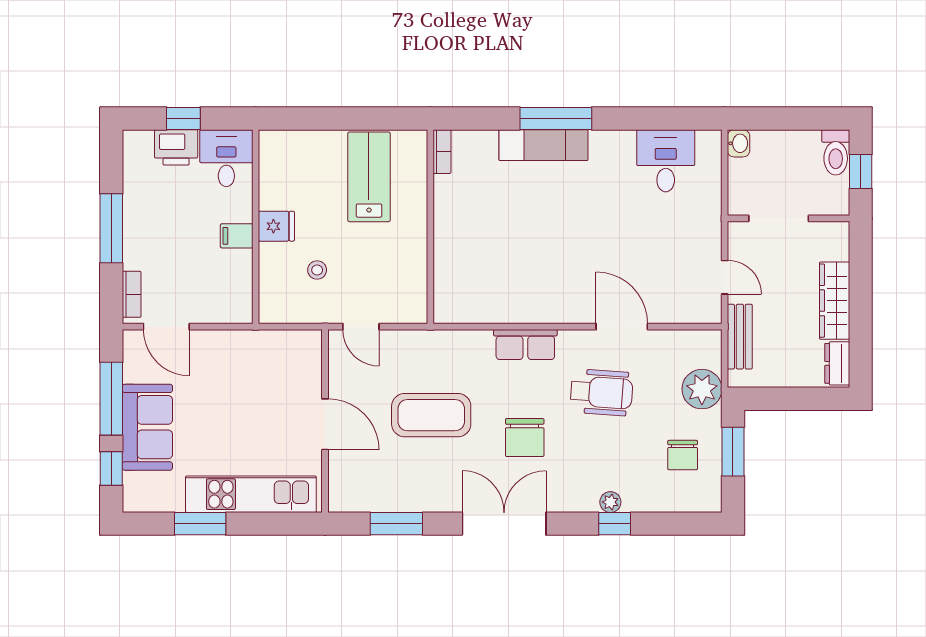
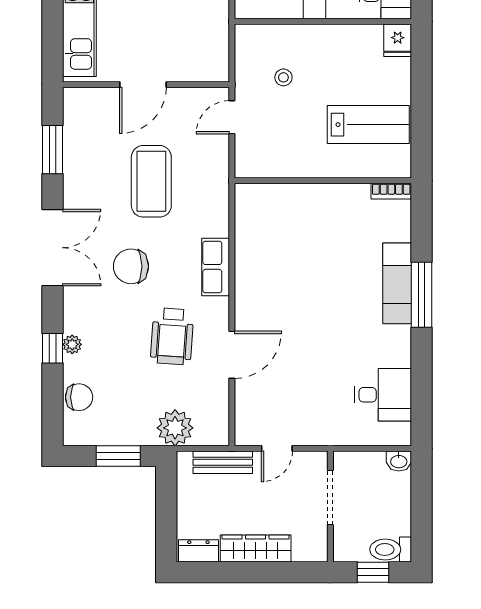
fridge: (276, 226) -> (398, 40), moved
chair: (683, 455) -> (79, 397), moved, turned 180

